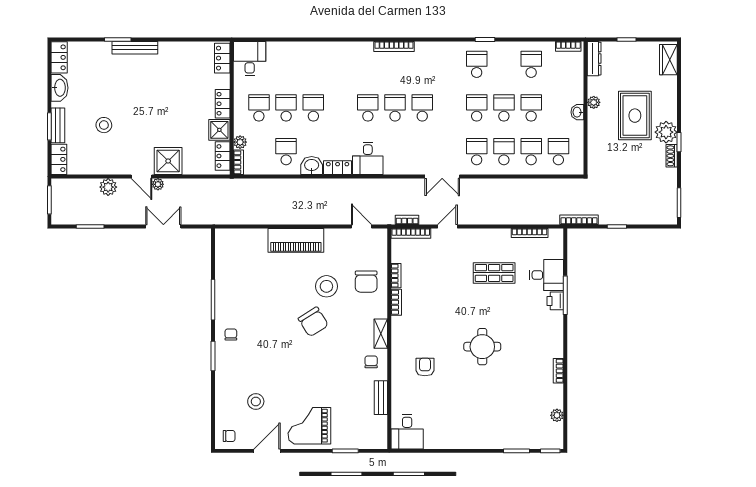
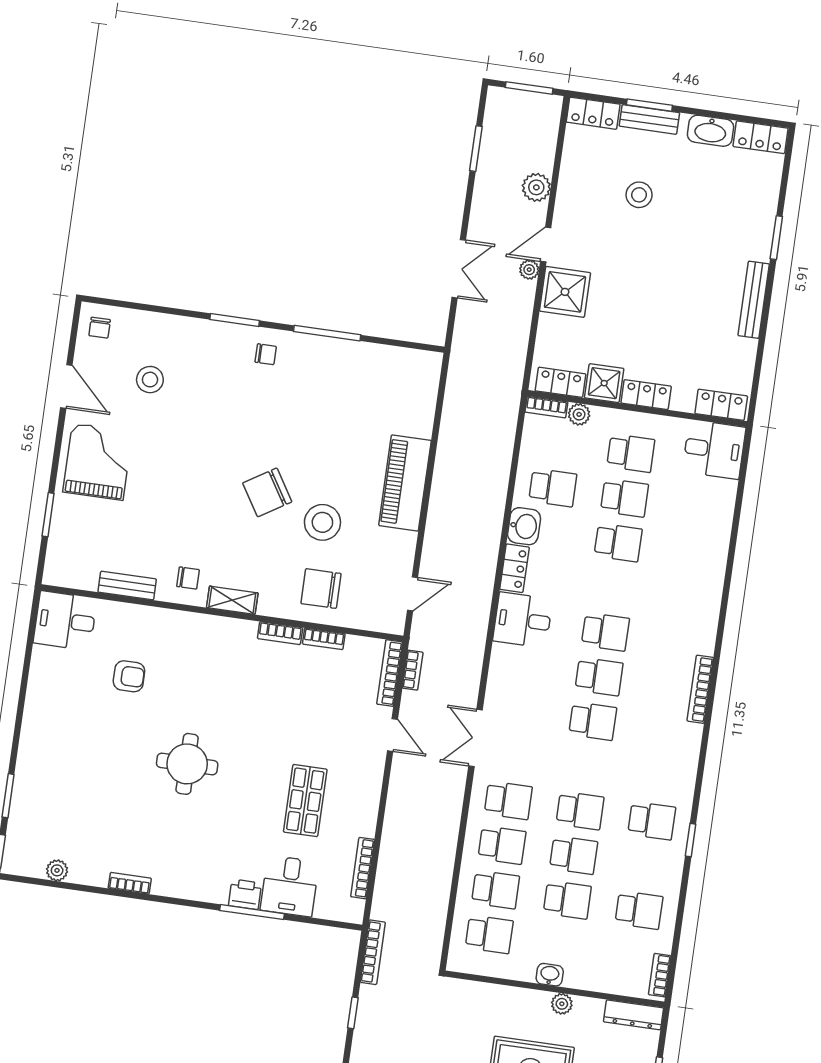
bench: (135, 48) -> (754, 300), moved
armchair: (425, 367) -> (129, 676), moved

